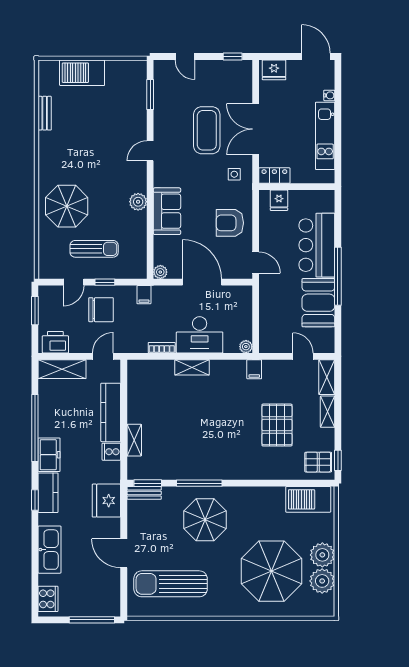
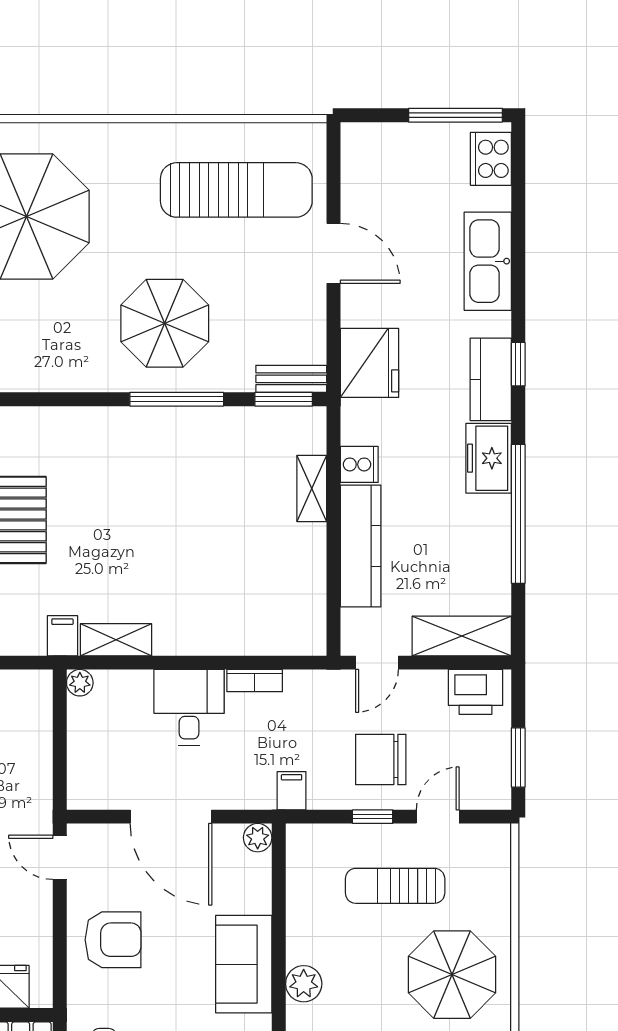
desk: (200, 335) -> (189, 707), width x0.73
shelving: (192, 367) -> (116, 640), moved
window: (92, 620) -> (456, 115), moved

